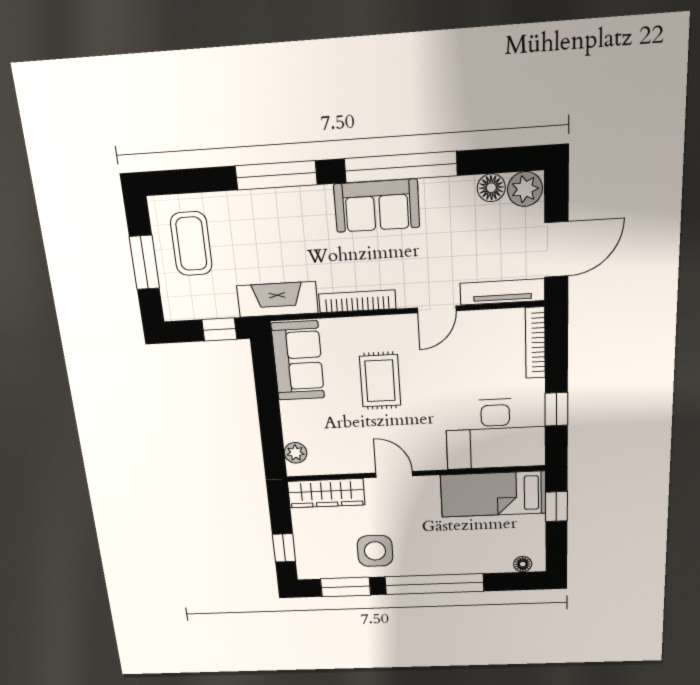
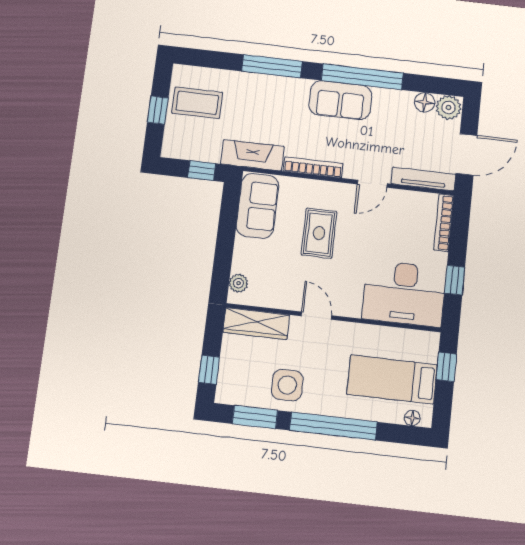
coffee table: (191, 244) -> (197, 103), turned 90
window: (144, 262) -> (158, 110), width x0.67
bed: (493, 494) -> (392, 379), moved

